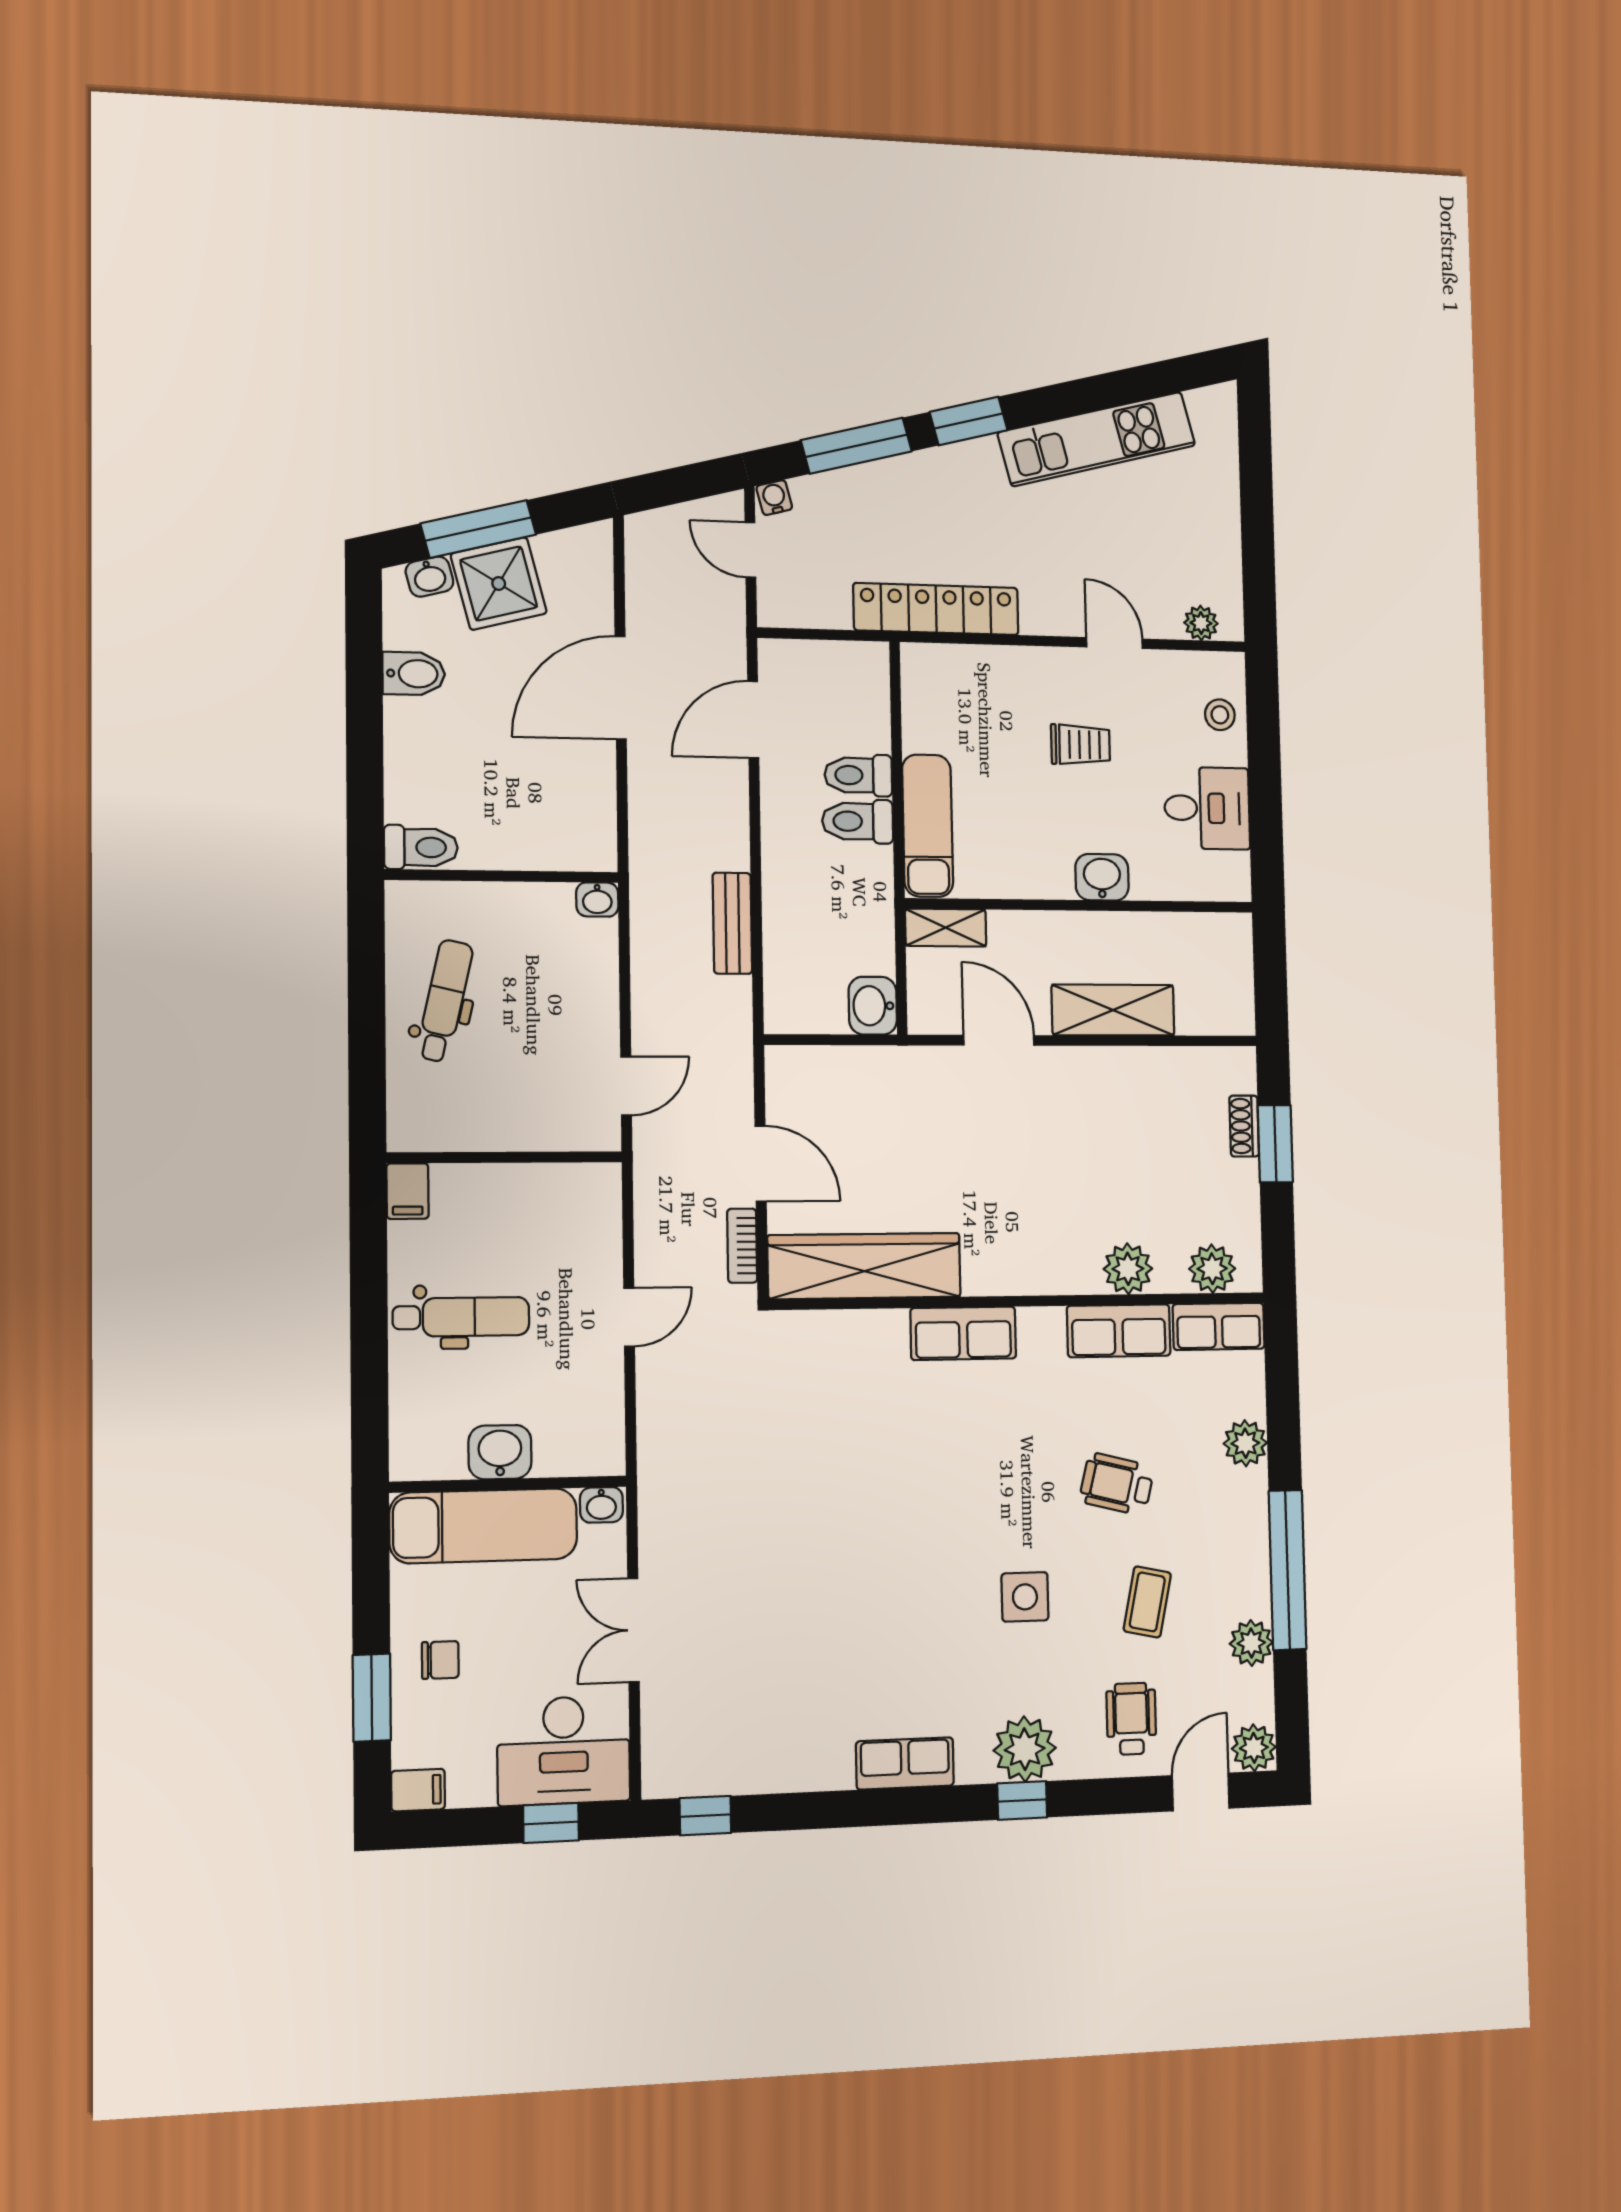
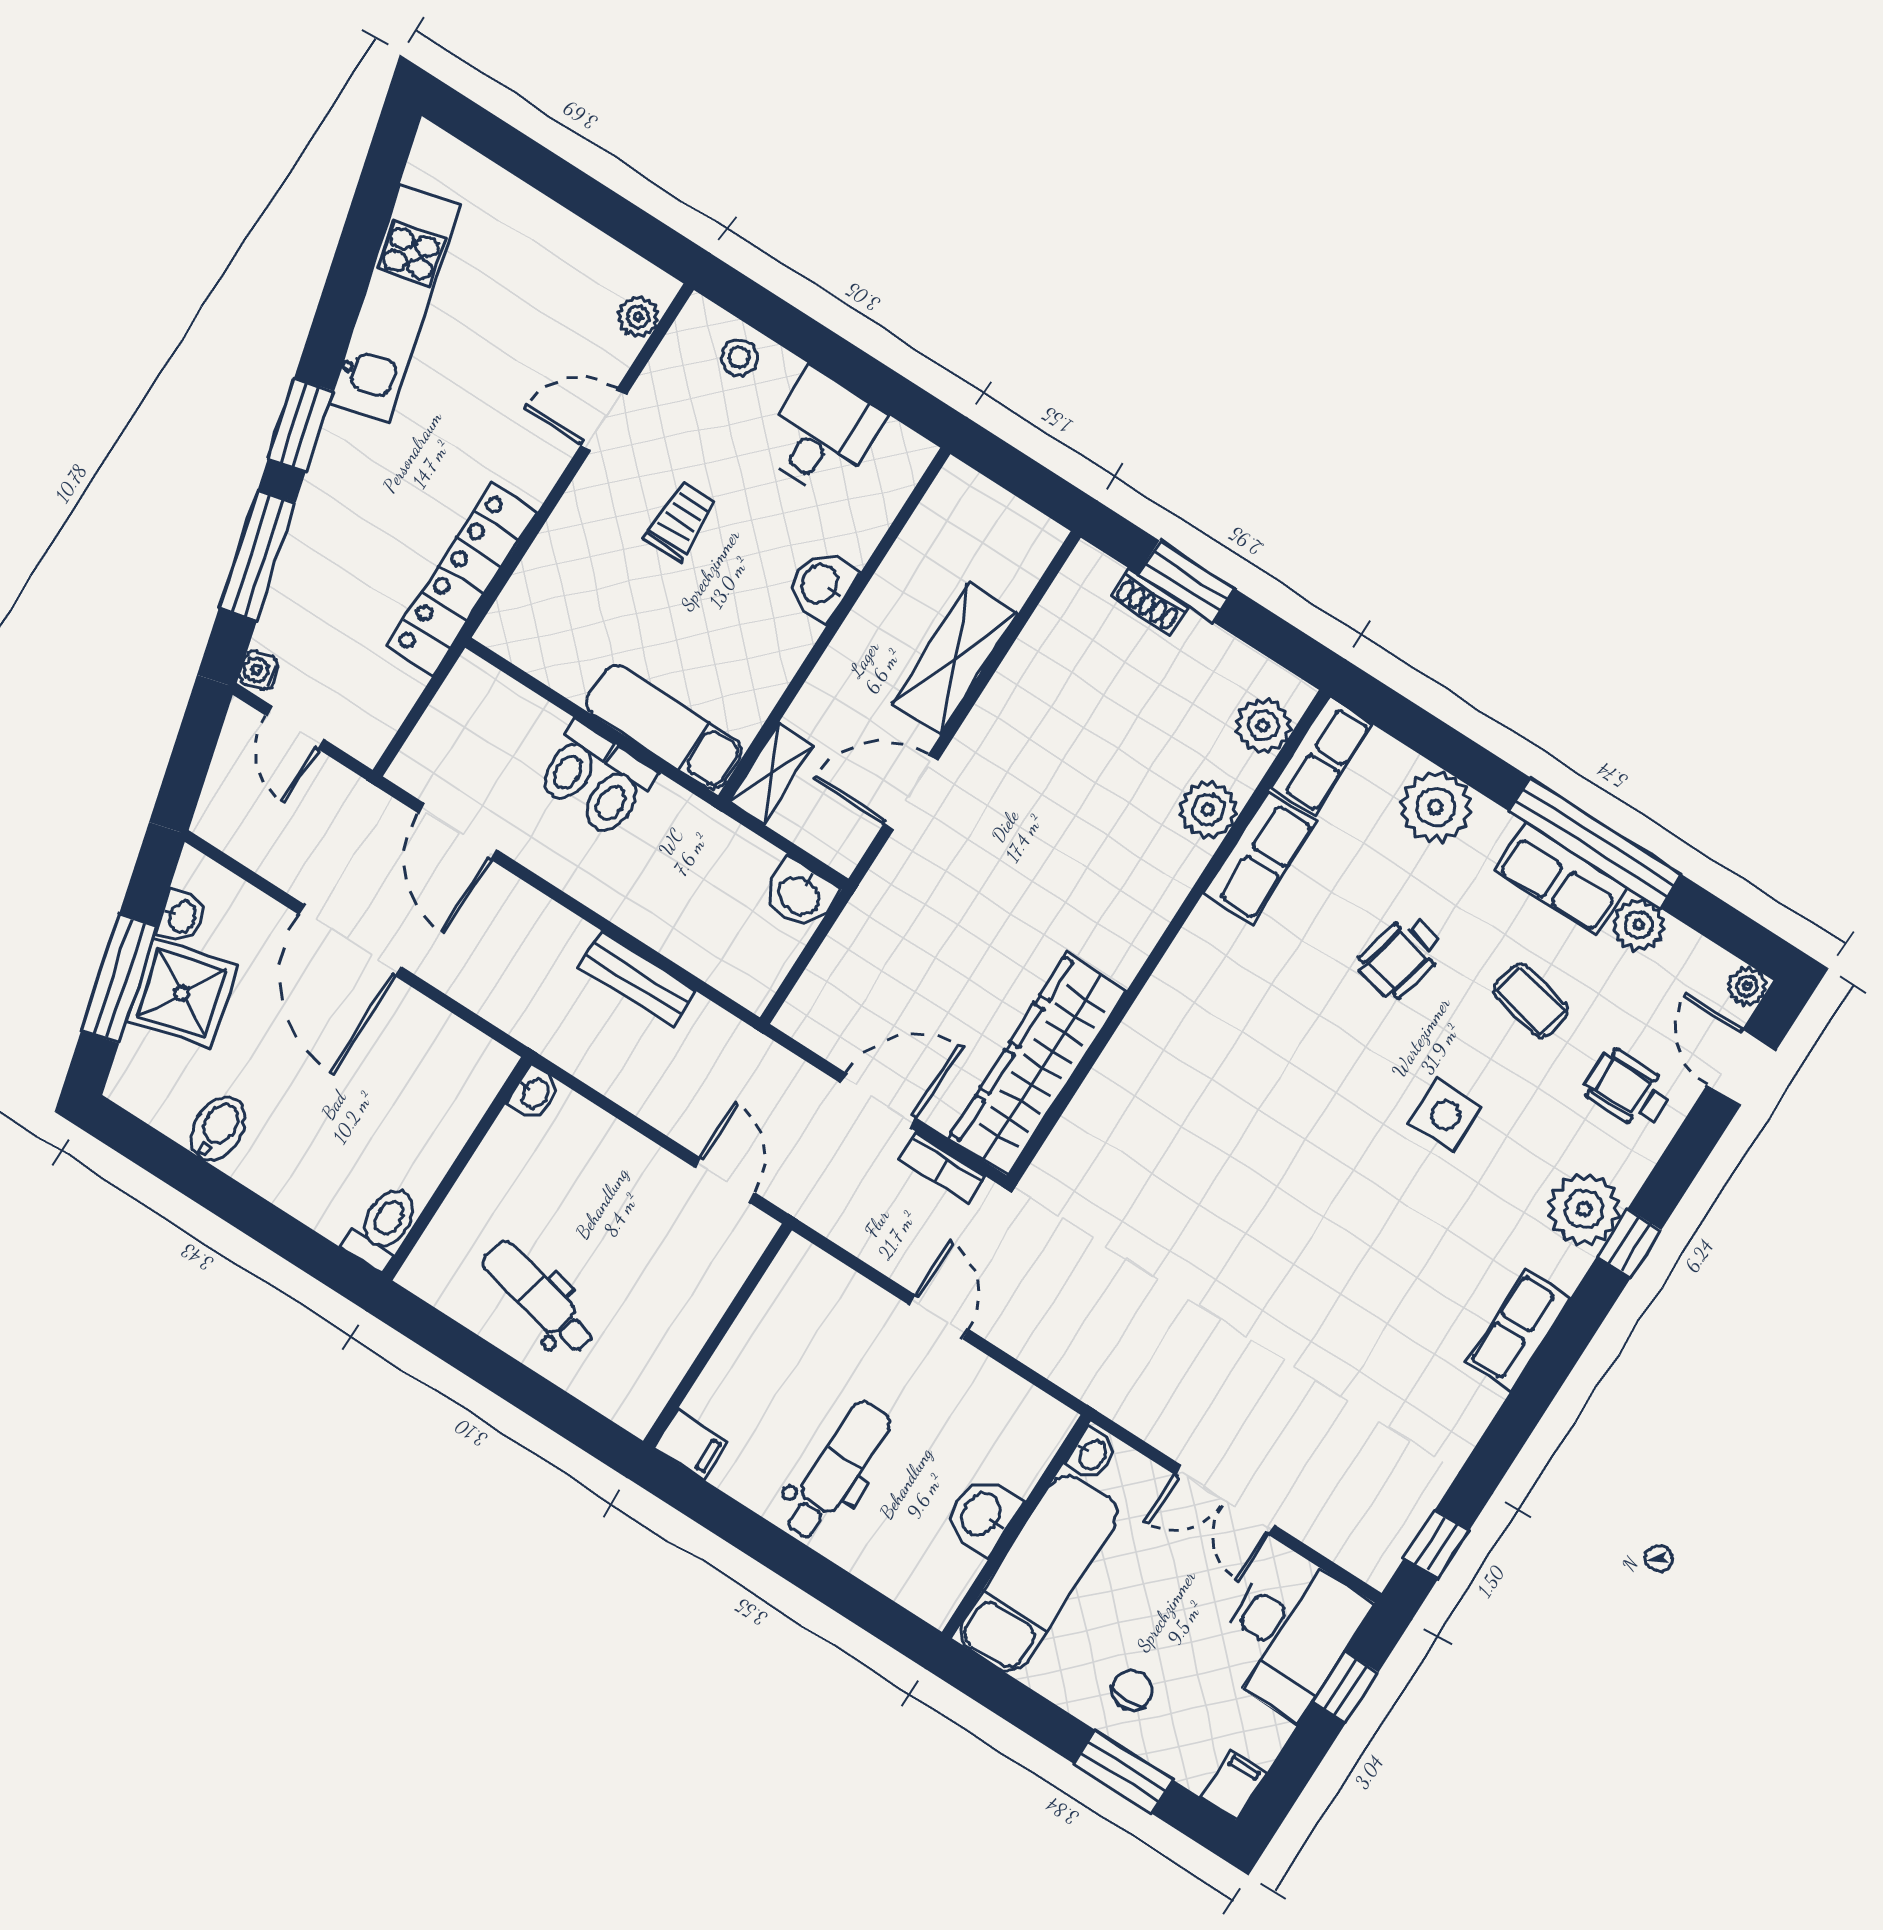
door: (750, 550) -> (295, 727), hinge flipped
washbasin: (429, 577) -> (181, 916), moved
row of seats: (963, 1333) -> (1561, 879), moved, turned 90
plant: (1245, 1443) -> (1436, 807), width x1.36, depth x1.36
plant: (1254, 1748) -> (1747, 986), width x0.73, depth x0.73

